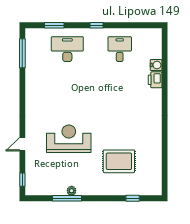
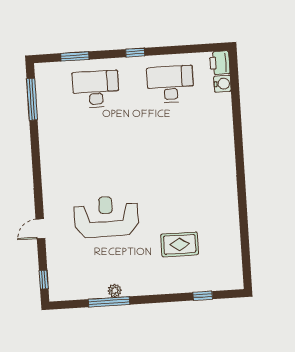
desk: (120, 49) -> (170, 84), width x1.37
water cooler: (156, 65) -> (222, 84), moved
printer: (155, 80) -> (220, 63), moved
rug: (119, 161) -> (180, 244), width x0.73, depth x0.70

